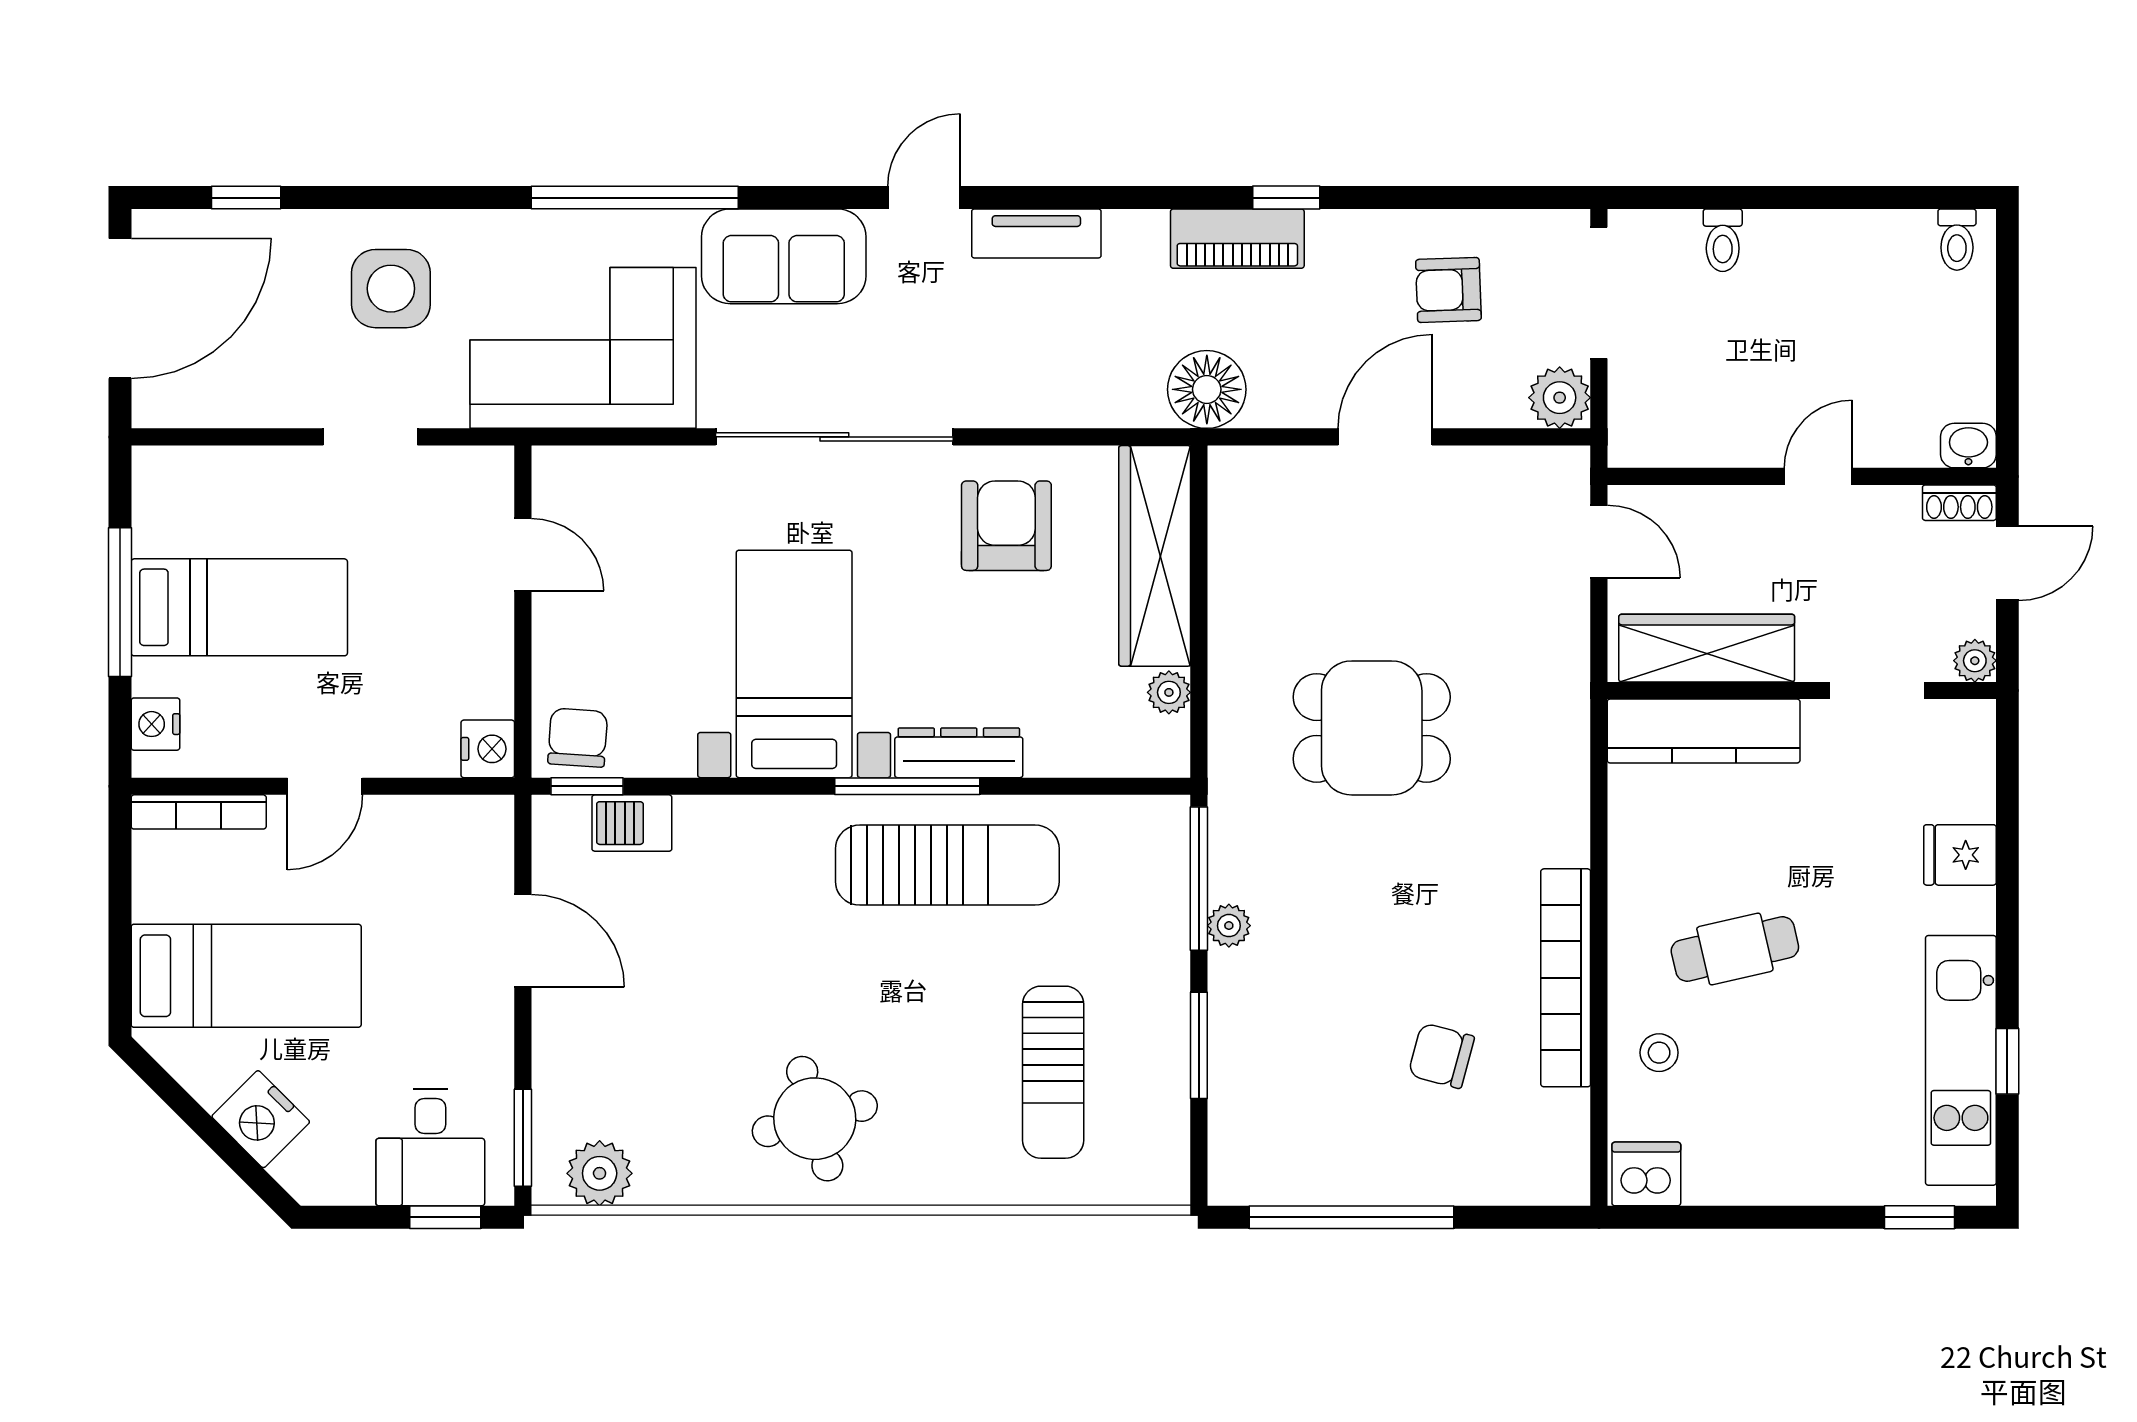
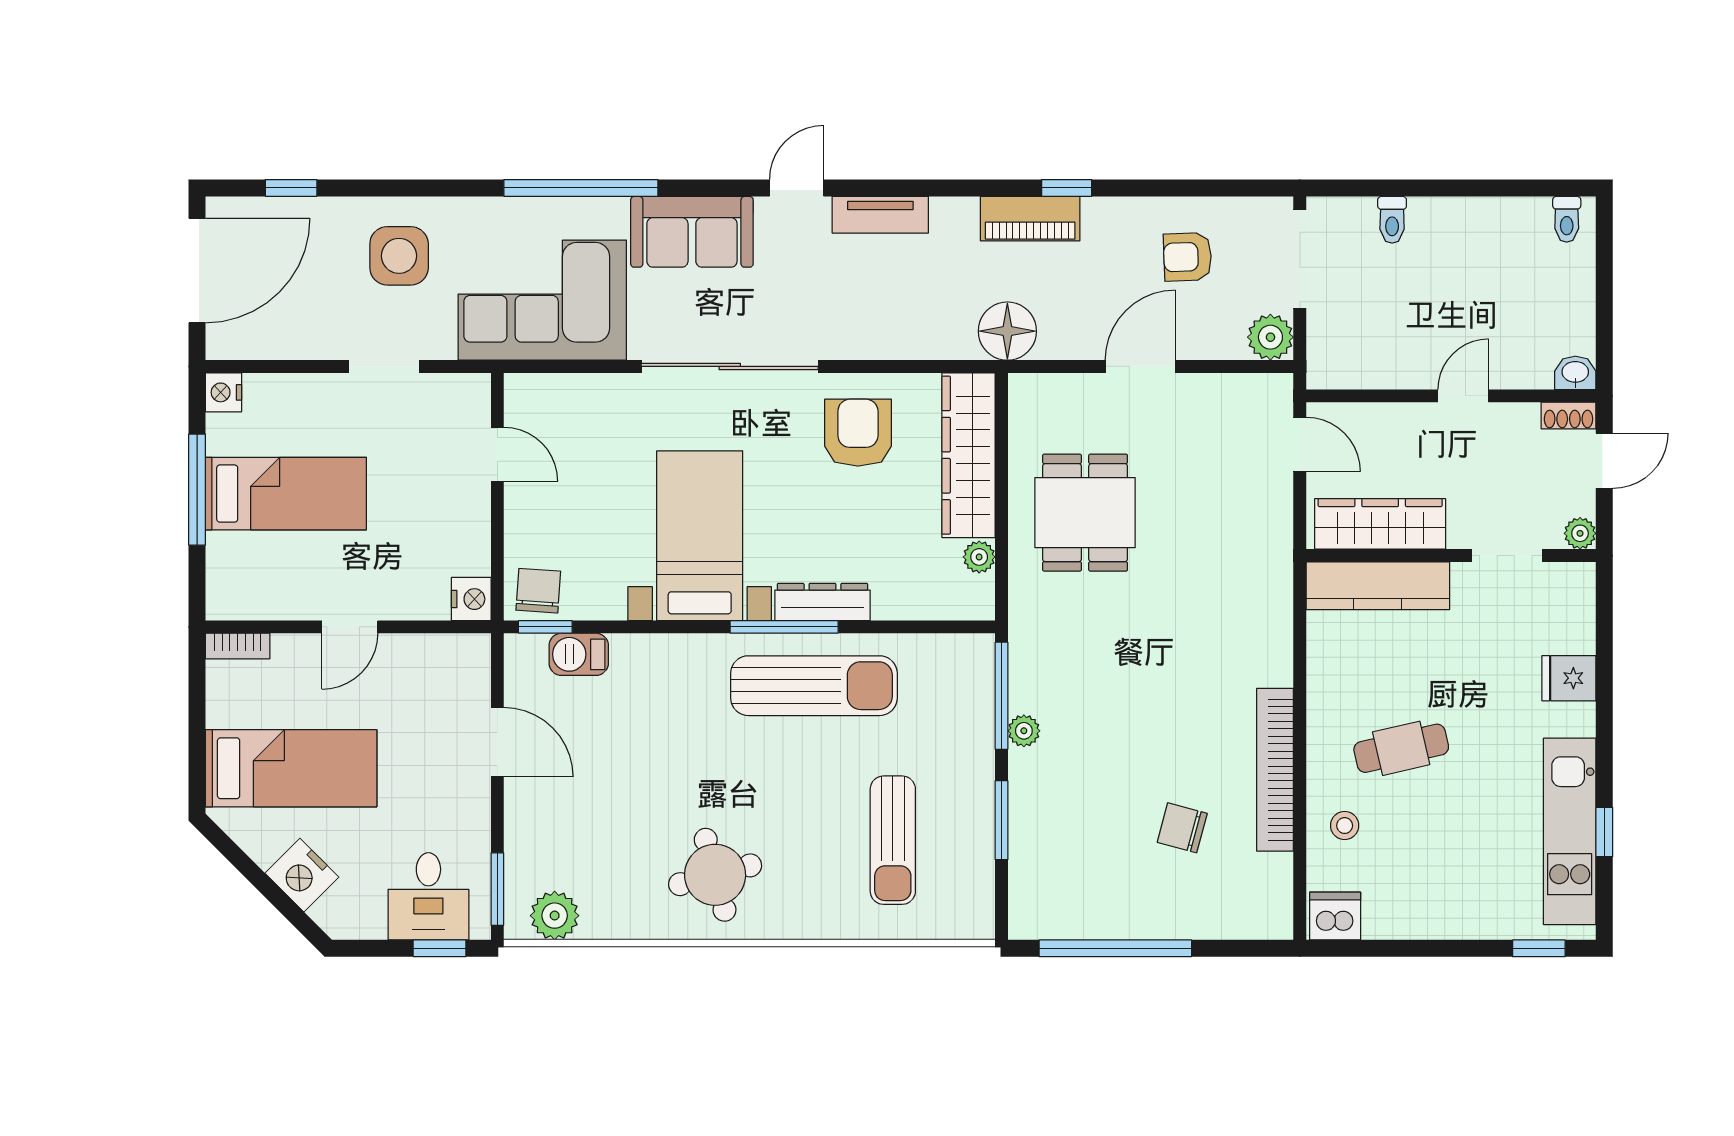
nightstand: (155, 724) -> (223, 392), moved
dining table: (1372, 728) -> (1085, 513), moved, turned 90
bookcase: (199, 812) -> (238, 646), width x0.64

